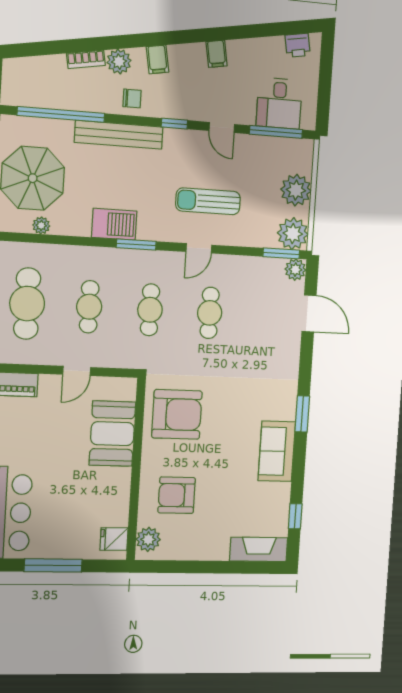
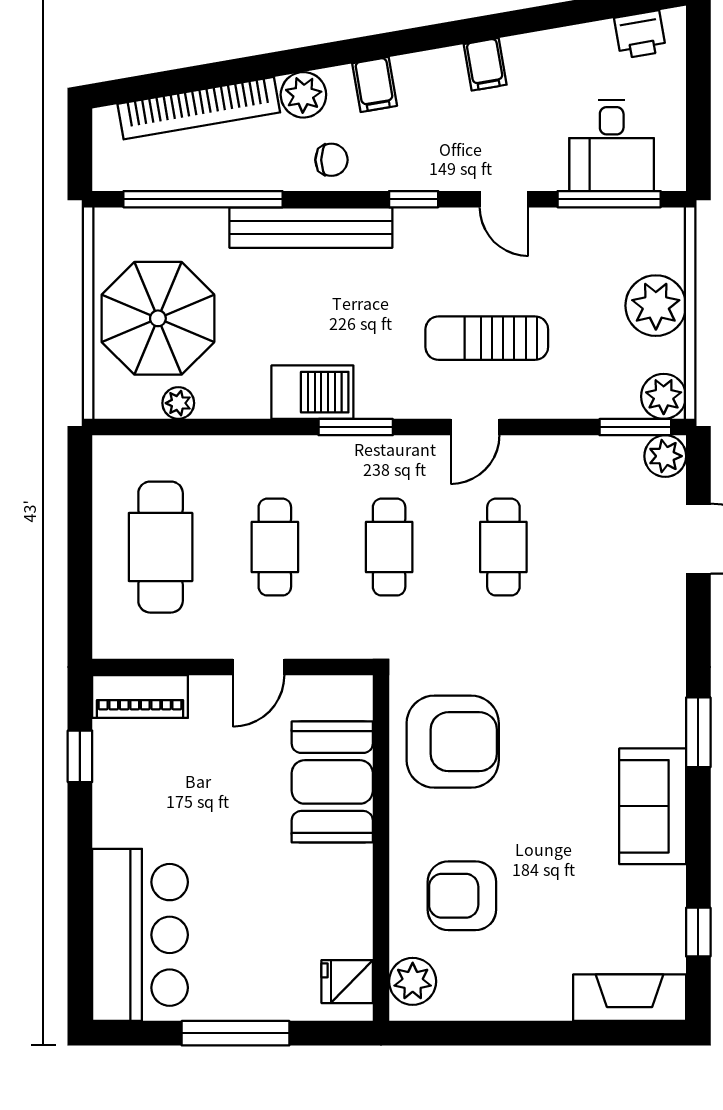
bookcase: (86, 59) -> (199, 108), width x2.31, depth x1.31
plant: (293, 234) -> (664, 396), width x0.73, depth x0.73

